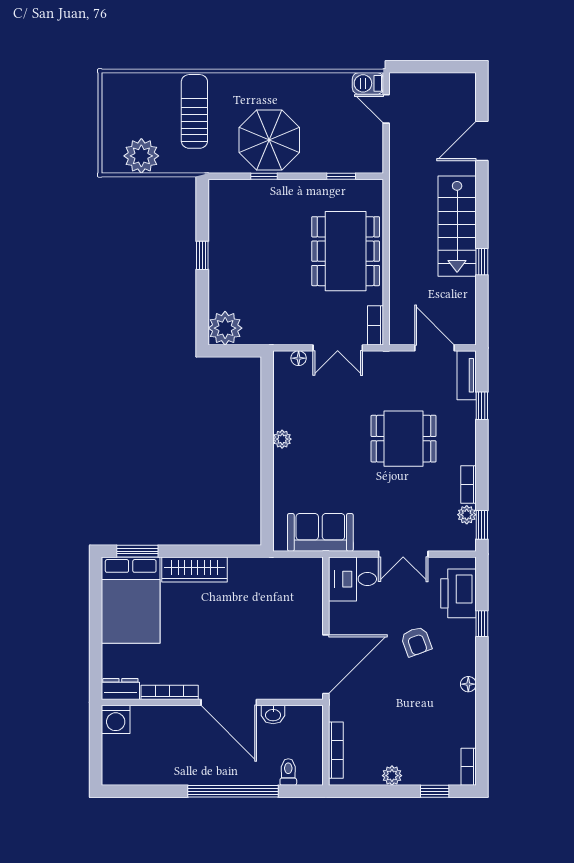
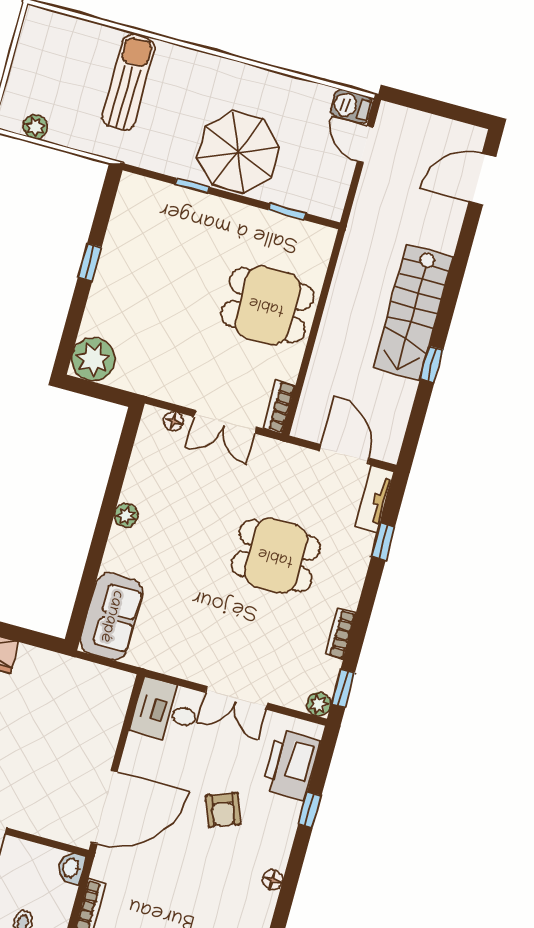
parasol: (269, 140) -> (238, 152), moved
door: (482, 141) -> (482, 179), moved
plant: (141, 156) -> (35, 127), width x0.53, depth x0.53
dining table: (346, 251) -> (267, 305), width x0.73
plant: (467, 515) -> (319, 704), moved
sofa: (320, 532) -> (111, 616), moved, turned 90
washbasin: (273, 715) -> (71, 868), moved, turned 90

